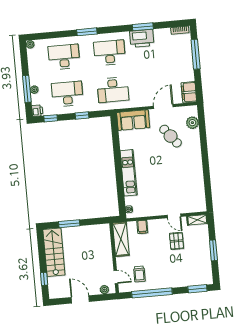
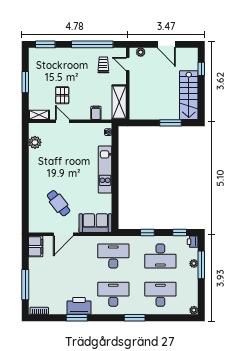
desk: (110, 53) -> (113, 294), turned 180
desk: (64, 57) -> (160, 294), turned 180
plant: (192, 123) -> (35, 142), moved

